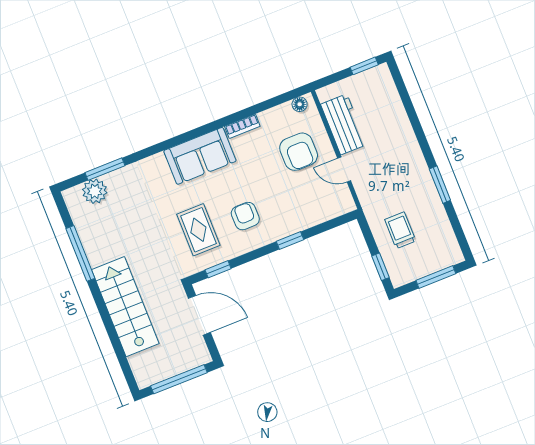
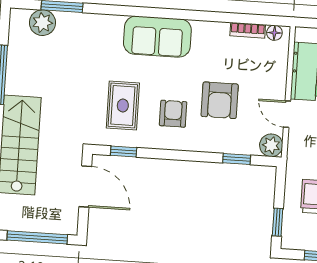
bookcase: (242, 126) -> (248, 30), moved
armchair: (299, 152) -> (220, 100), moved
plant: (343, 203) -> (271, 145), added
window: (290, 241) -> (237, 159), moved

